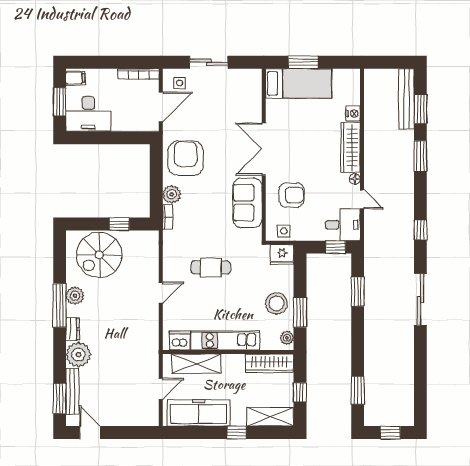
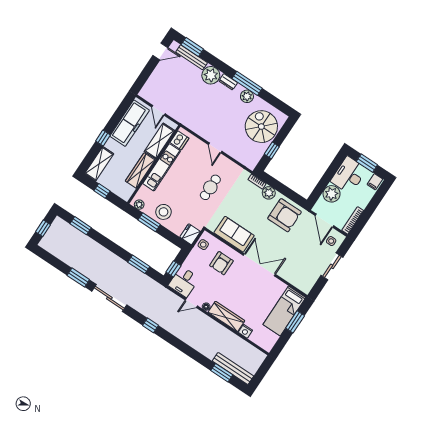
plant: (124, 120) -> (332, 194), added
window: (420, 156) -> (78, 277), moved
wardrobe: (269, 363) -> (140, 171), moved

